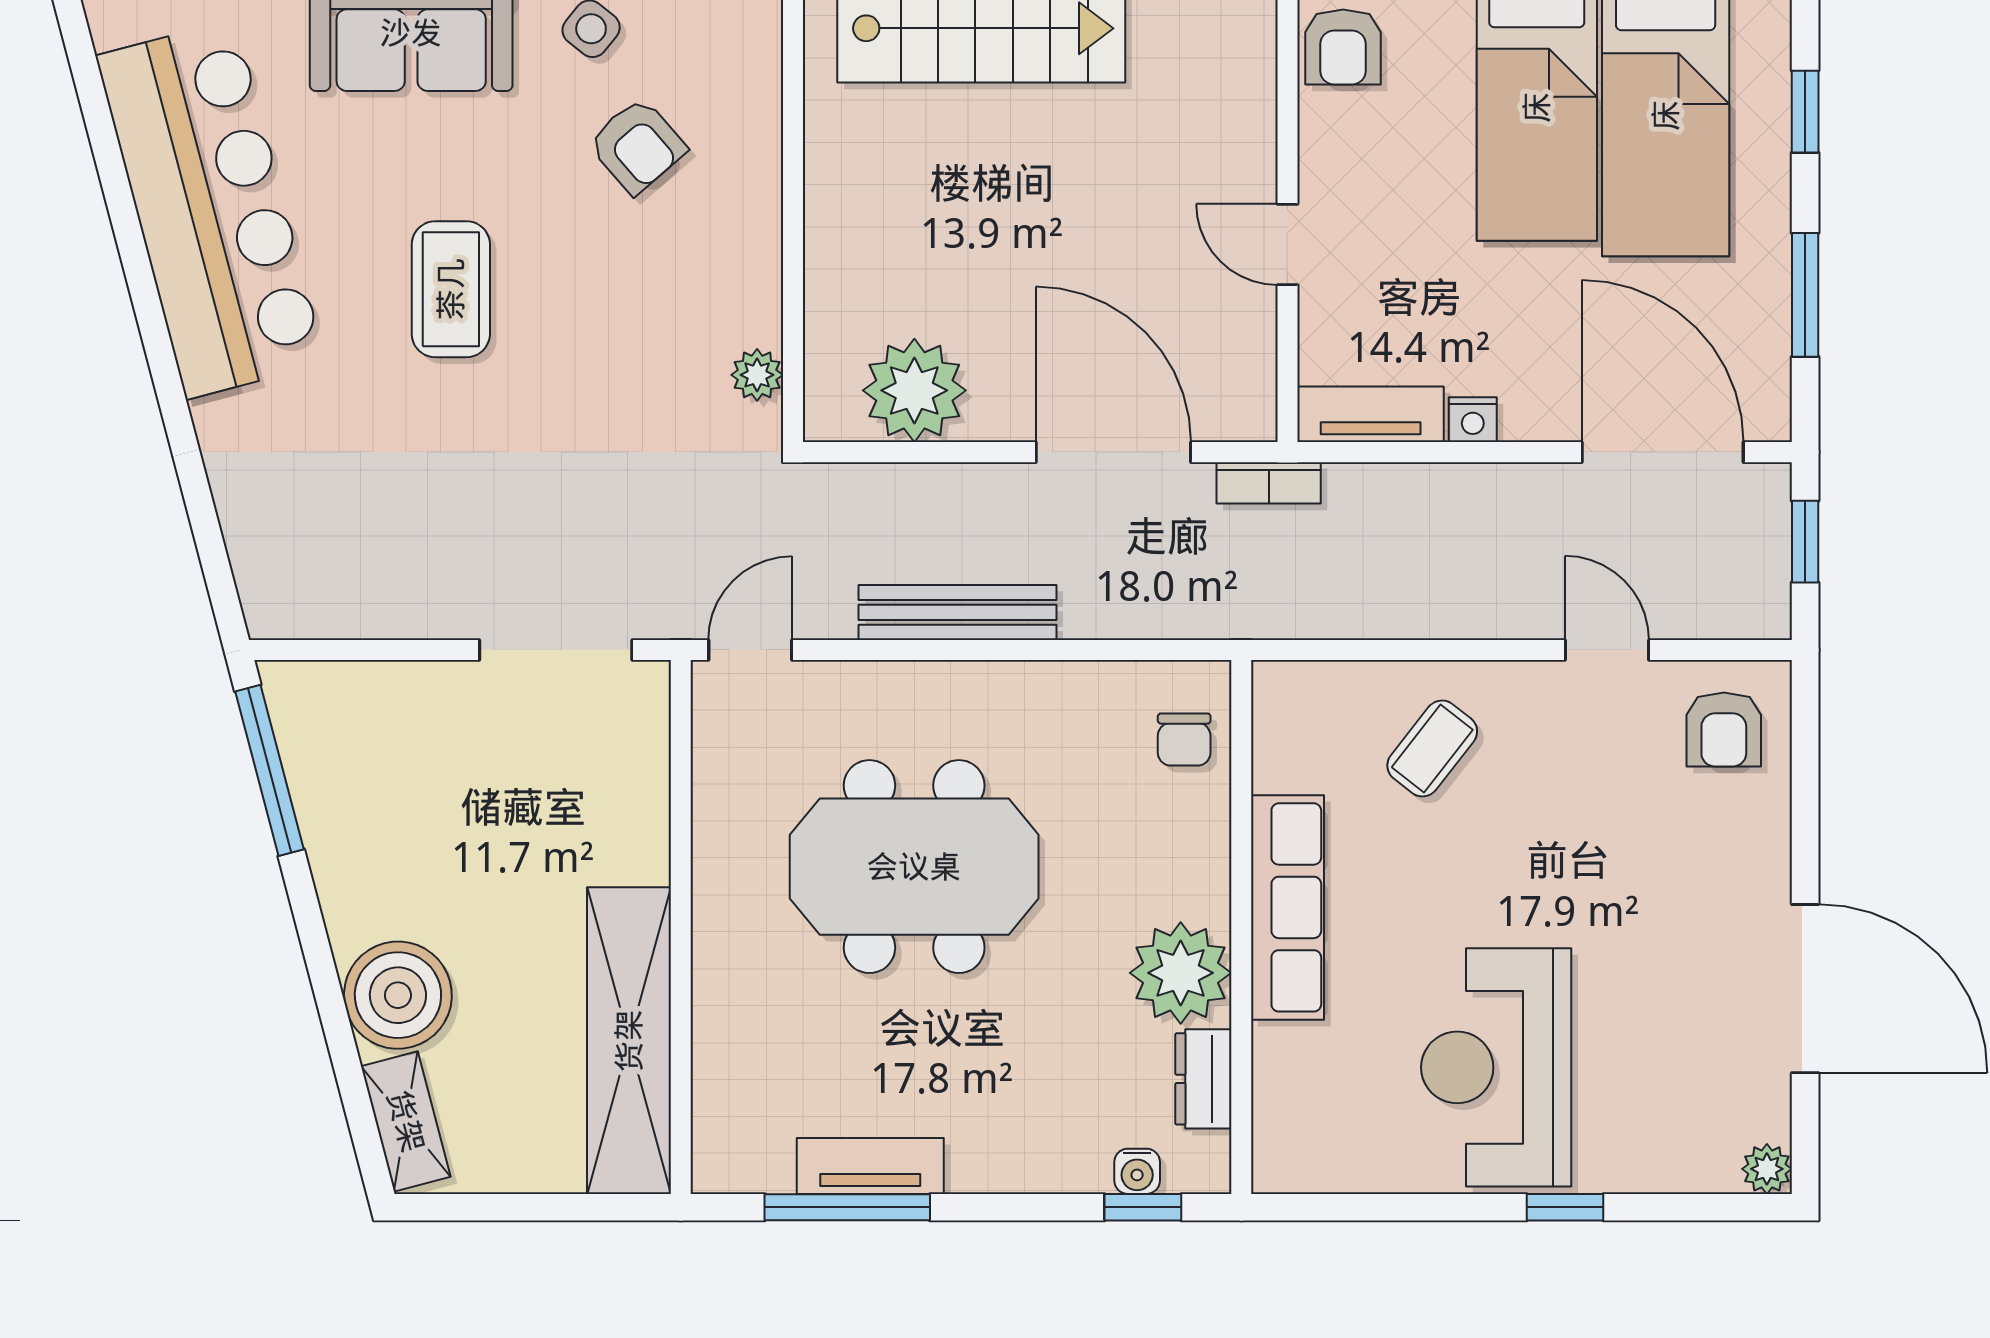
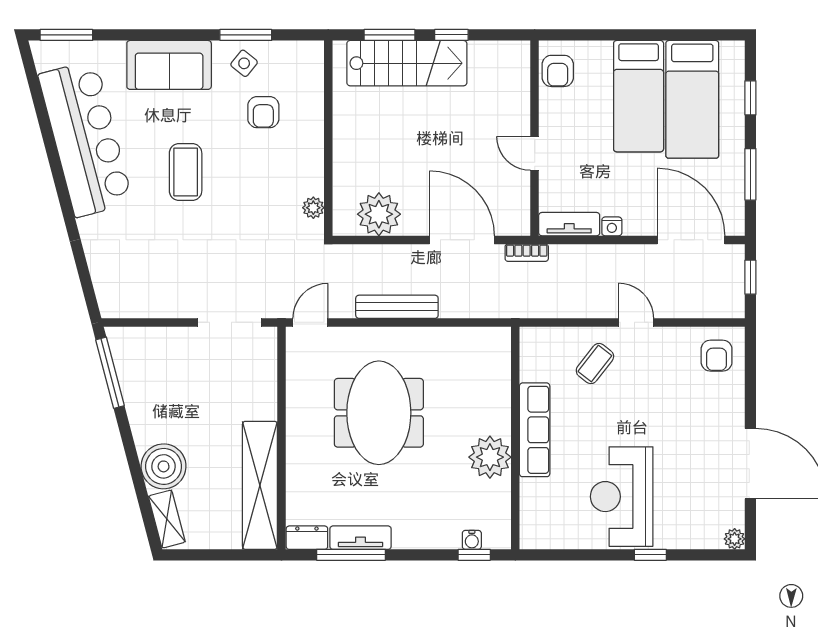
armchair: (637, 146) -> (263, 112), turned 41
door: (1607, 650) -> (636, 322), moved
chair: (1184, 740) -> (491, 360), removed
meeting table: (914, 867) -> (379, 413), turned 90
dresser: (1203, 1079) -> (307, 538), moved, turned 90

